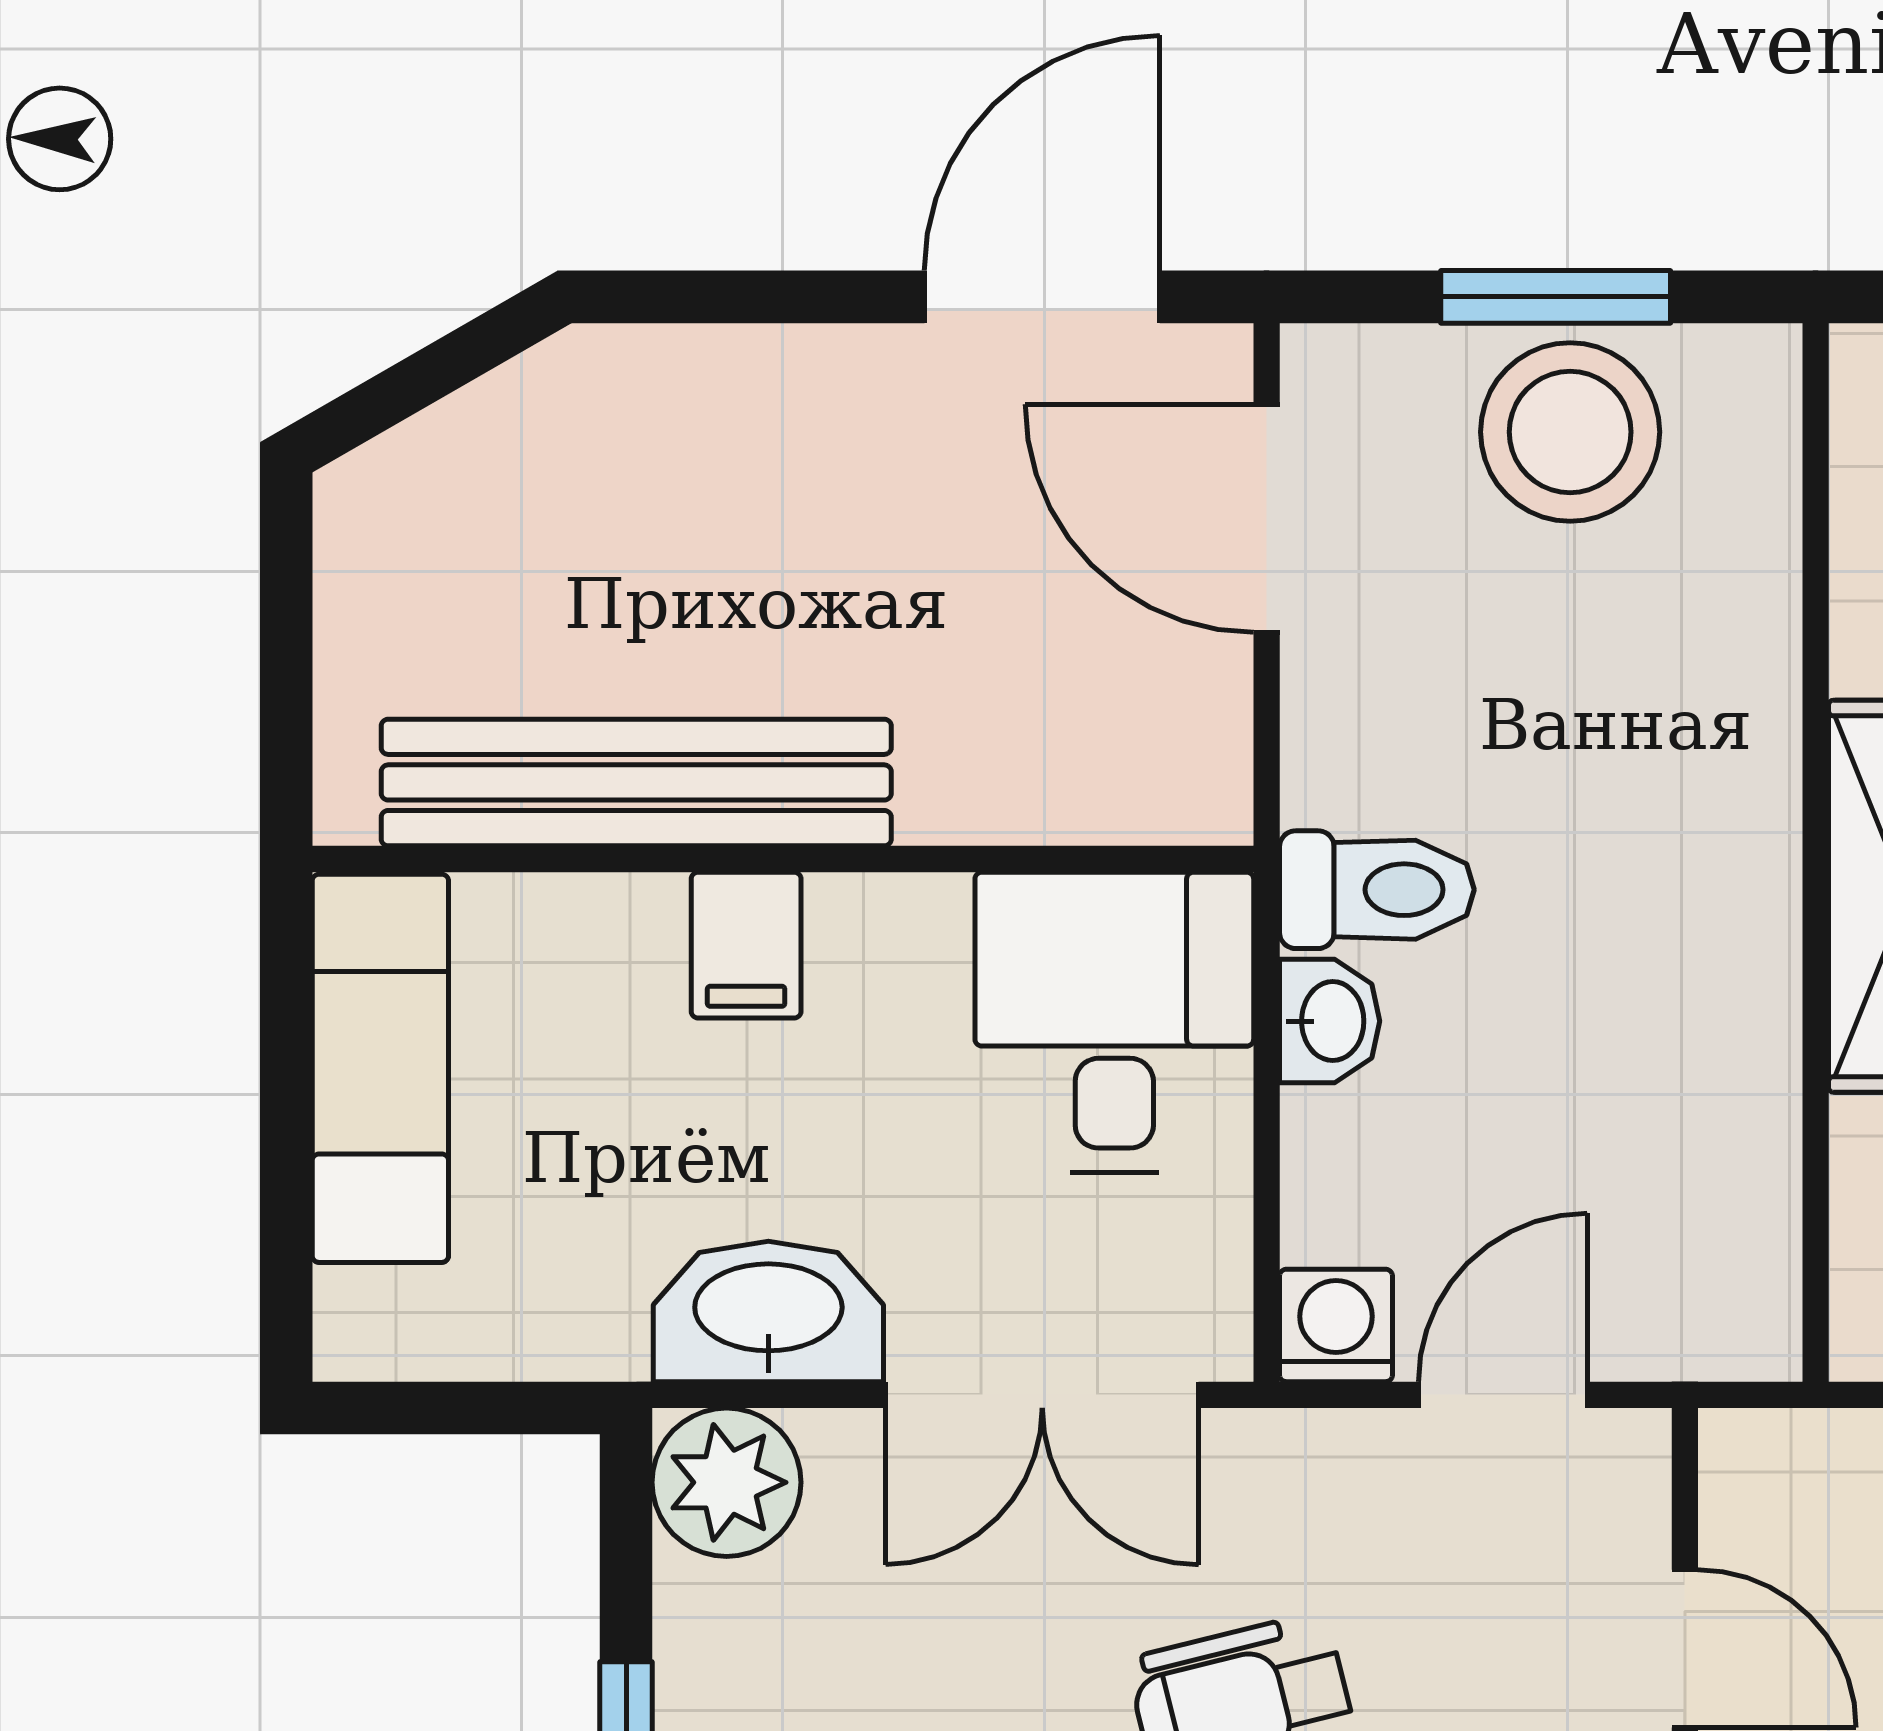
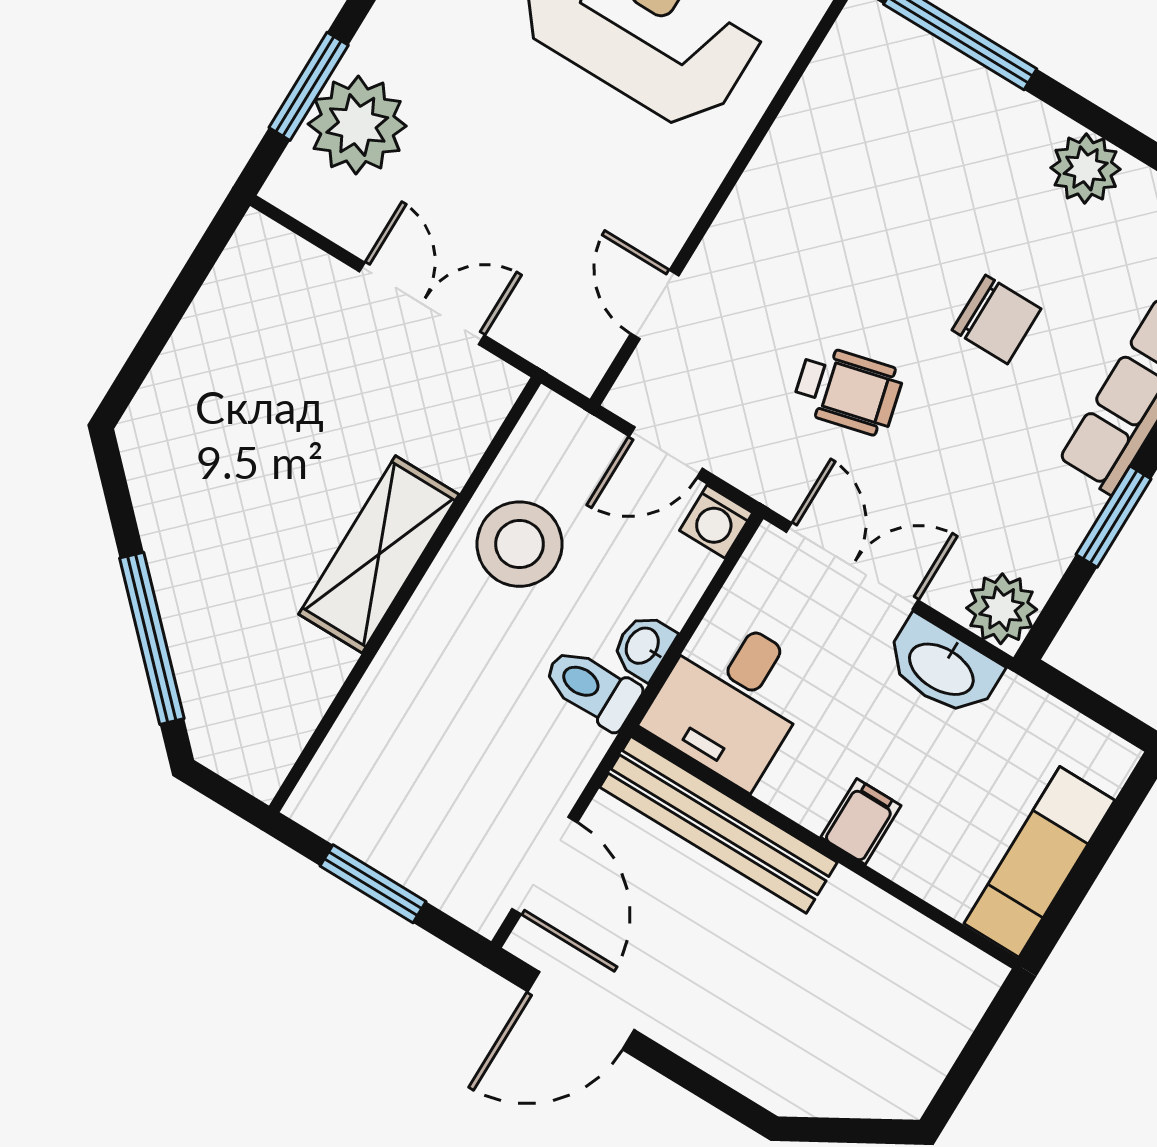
stool: (1570, 432) -> (520, 544), moved
bench: (636, 782) -> (718, 825), moved

